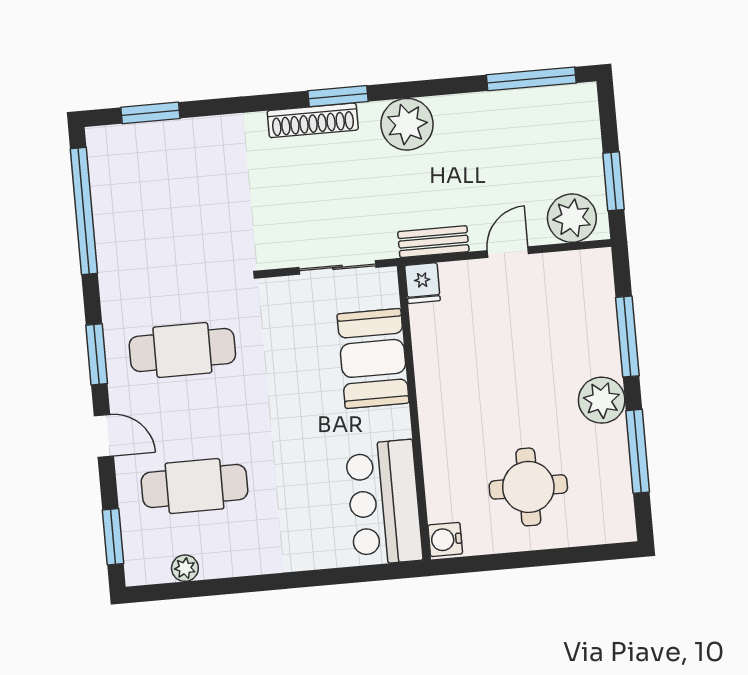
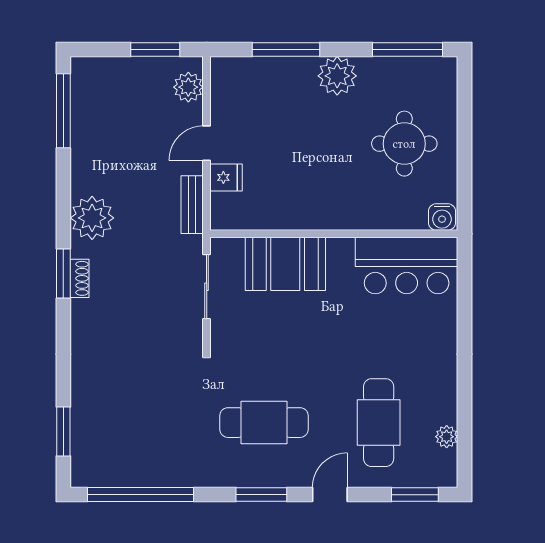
shoe rack: (313, 120) -> (80, 278), width x0.51, depth x0.81
plant: (572, 218) -> (188, 87), width x0.73, depth x0.73
door: (508, 252) -> (207, 143), hinge flipped
fridge: (422, 283) -> (226, 177), moved
cafe table: (182, 350) -> (264, 423), turned 90
window: (638, 451) -> (408, 50), moved

